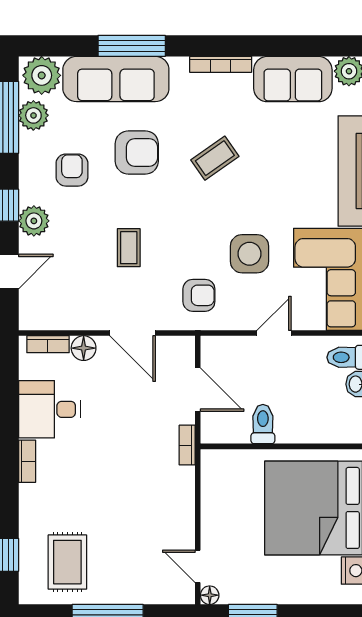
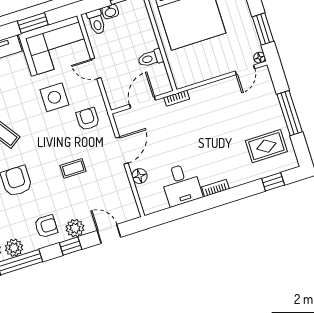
armchair: (72, 170) -> (46, 226), moved, turned 180
bookcase: (48, 344) -> (144, 197), removed

